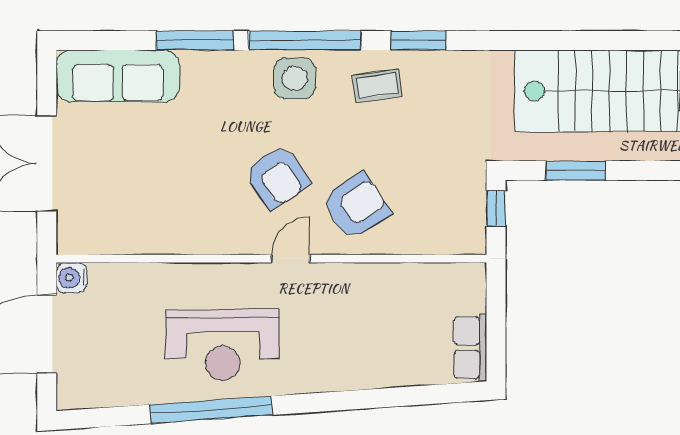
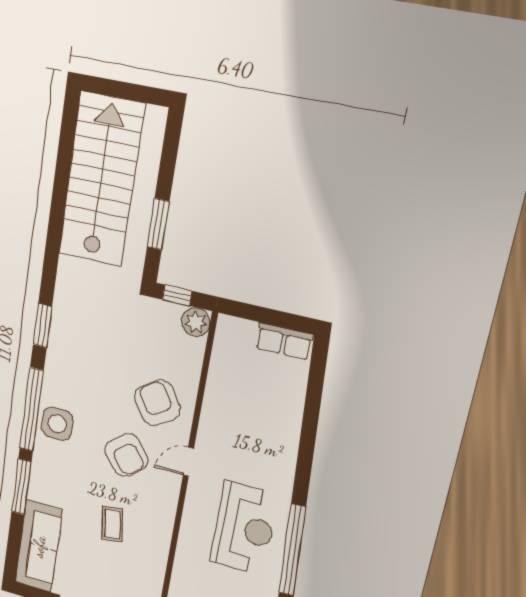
coffee table: (377, 86) -> (112, 524), moved
armchair: (278, 177) -> (126, 455), turned 86
plant: (469, 237) -> (196, 322), added
door: (291, 259) -> (188, 462), hinge flipped

